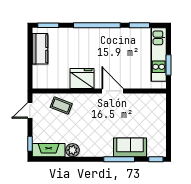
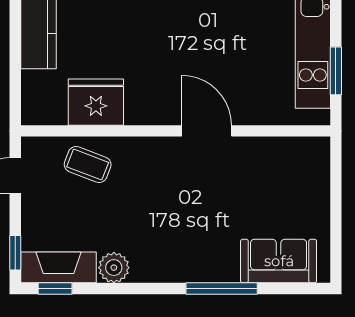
fridge: (82, 79) -> (96, 102), moved
sofa: (130, 147) -> (279, 261), moved
window: (156, 159) -> (55, 288), moved

